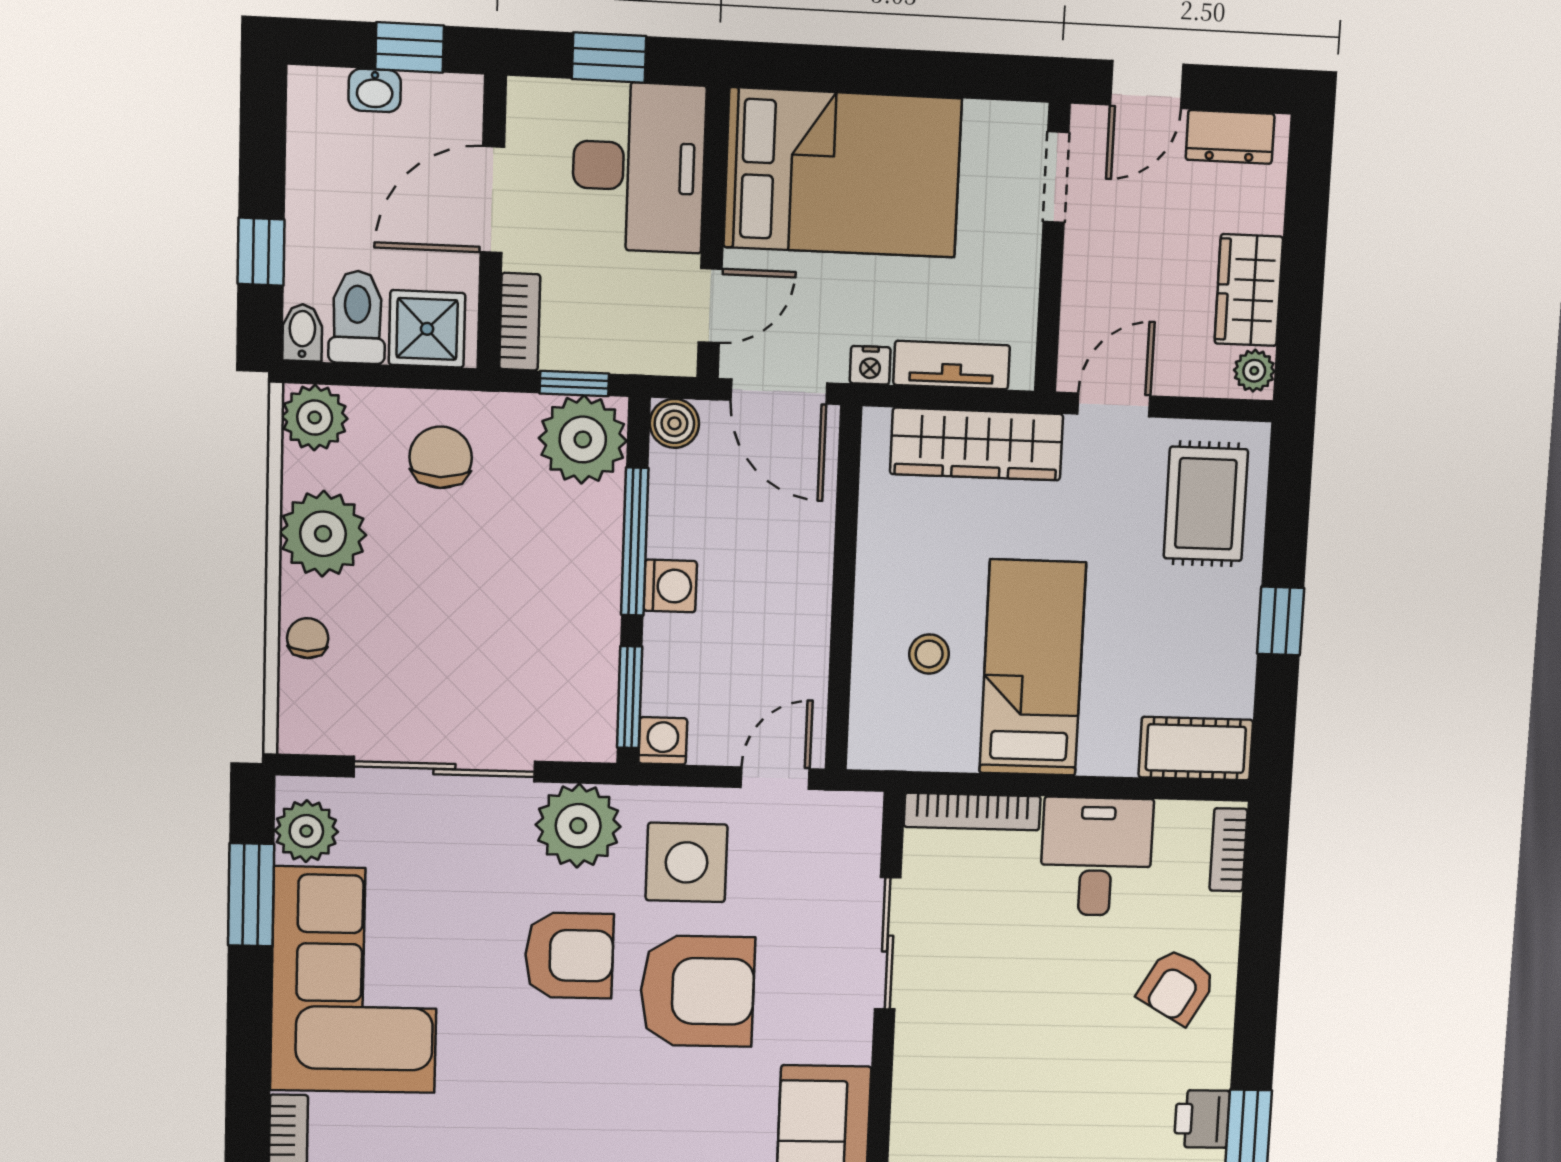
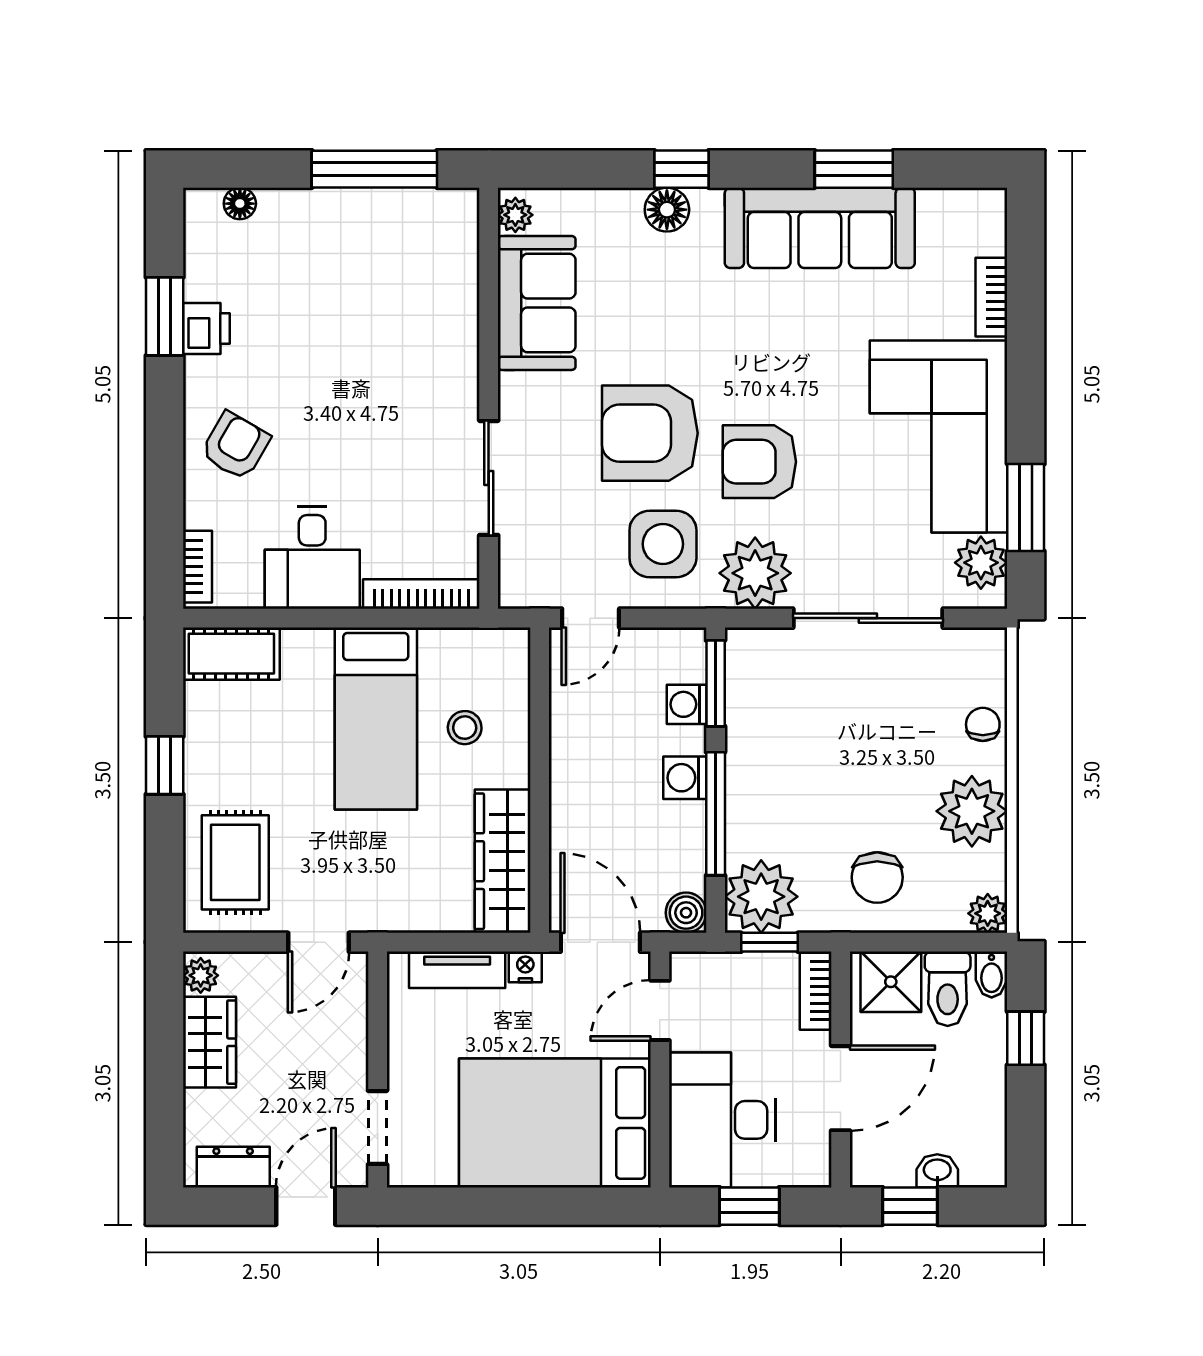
plant: (315, 418) -> (988, 913), width x0.73, depth x0.73
wardrobe: (977, 444) -> (503, 861), moved, turned -90
chair: (308, 638) -> (983, 724), turned 180
washing machine: (663, 741) -> (687, 704), moved, turned 90

